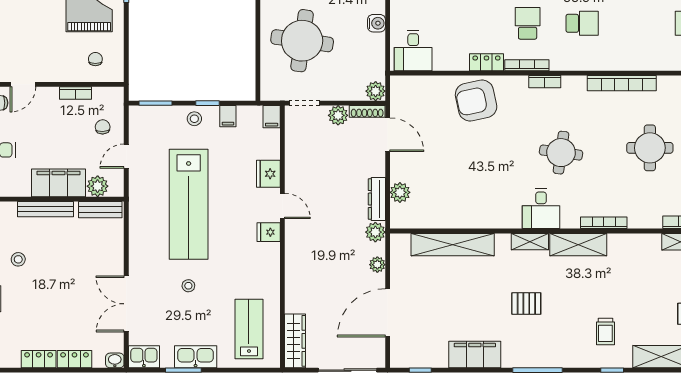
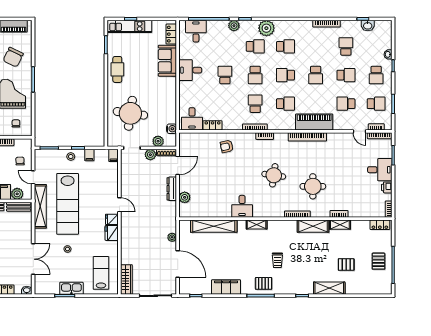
water cooler: (377, 23) -> (172, 129), moved
piano: (634, 56) -> (314, 122), added
locker: (486, 62) -> (213, 125), moved
plant: (376, 91) -> (158, 141), moved
armchair: (476, 101) -> (227, 146), width x0.53, depth x0.53
door: (388, 135) -> (178, 165), hinge flipped
round table: (650, 148) -> (313, 186), moved
door: (126, 156) -> (33, 177), hinge flipped
fridge: (268, 174) -> (112, 233), moved
dresser: (377, 199) -> (172, 189), moved
shelving: (139, 209) -> (40, 206), added
desk: (541, 209) -> (242, 206), moved
plant: (375, 232) -> (171, 219), removed
shelving: (578, 245) -> (313, 226), moved
double door: (126, 304) -> (33, 259), swing flipped
pallet: (526, 304) -> (264, 283), moved
door: (388, 313) -> (178, 264), swing flipped
trolley: (605, 331) -> (277, 260), moved
kitchen sink: (144, 357) -> (43, 288), removed

